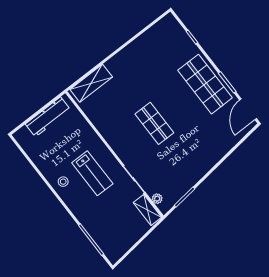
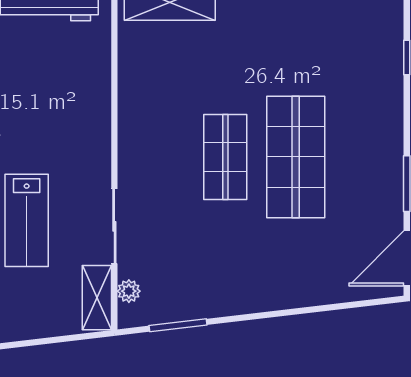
shop shelf: (205, 84) -> (296, 157), moved
lab bench: (92, 173) -> (27, 220), moved

